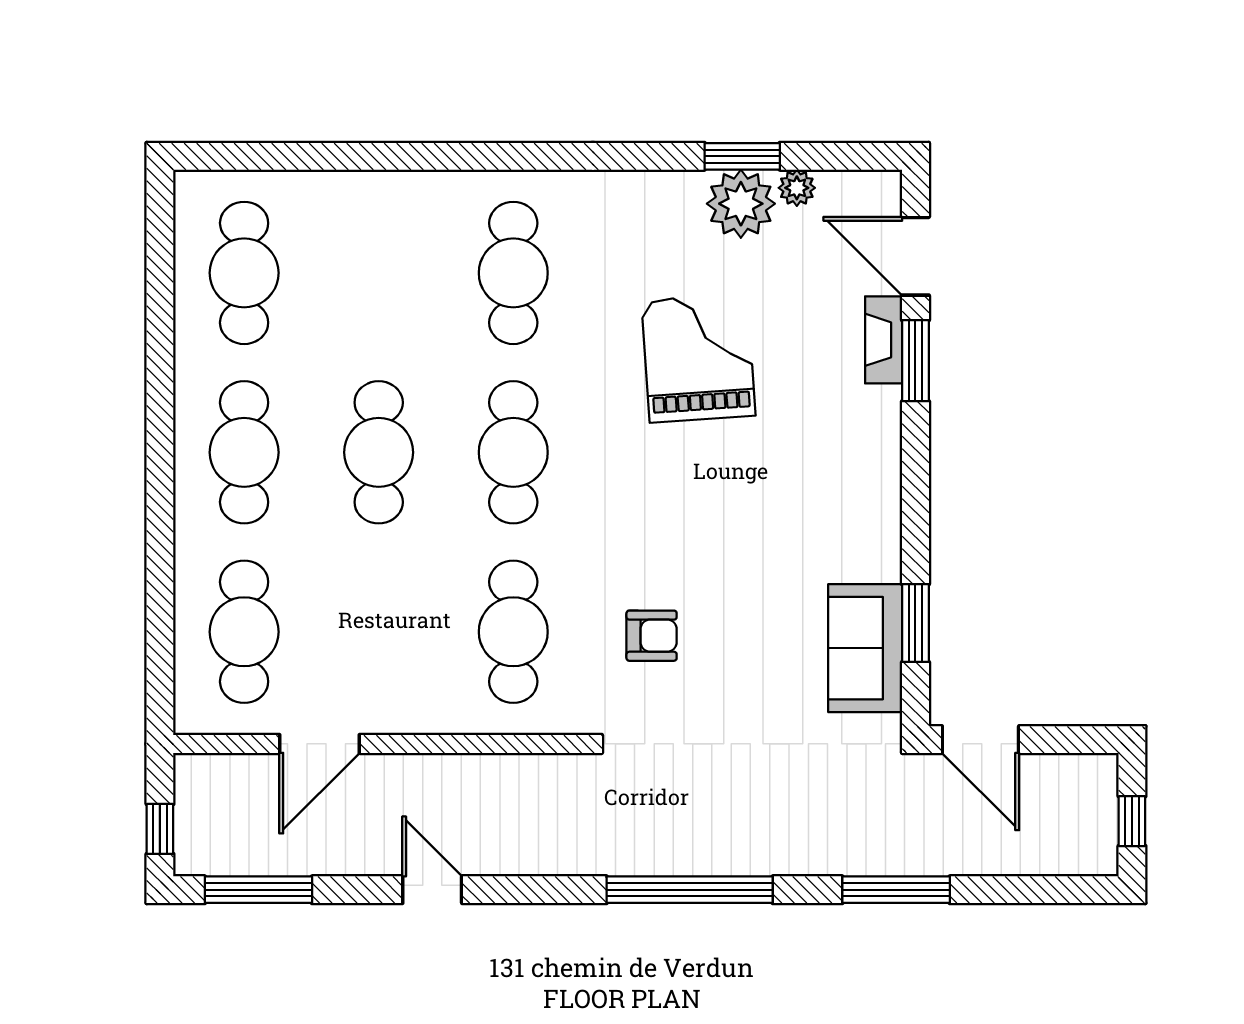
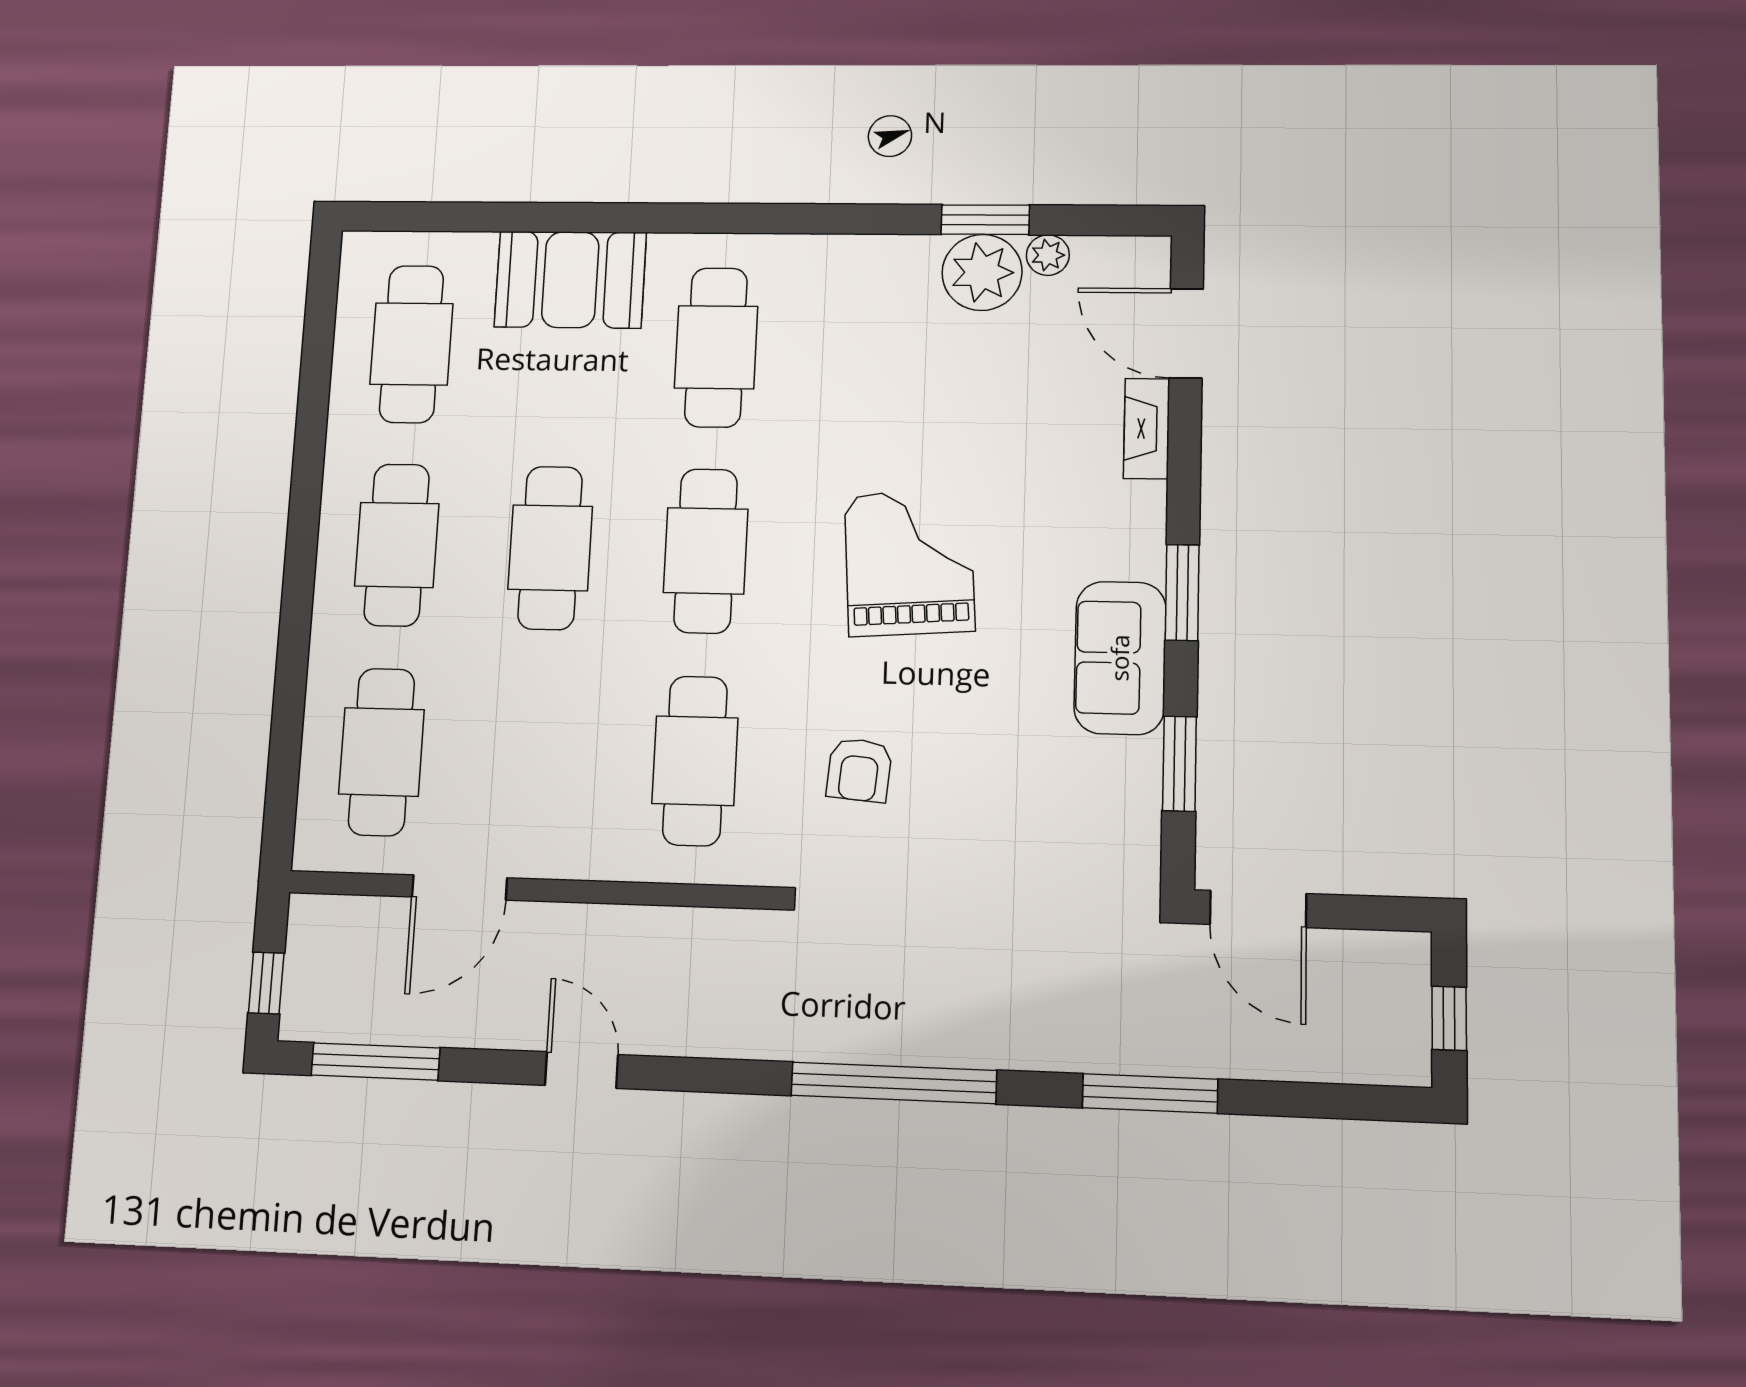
booth: (382, 213) -> (570, 280), added
grand piano: (698, 358) -> (909, 563), moved
window: (915, 361) -> (1182, 592), moved
armchair: (652, 636) -> (859, 770), turned 95
sofa: (865, 648) -> (1120, 658), moved

